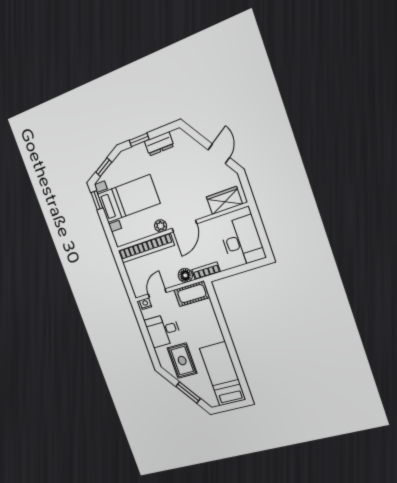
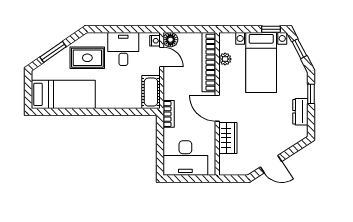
wardrobe: (224, 200) -> (228, 138), moved
plant: (161, 226) -> (225, 59), moved
floor lamp: (185, 275) -> (170, 40), moved

